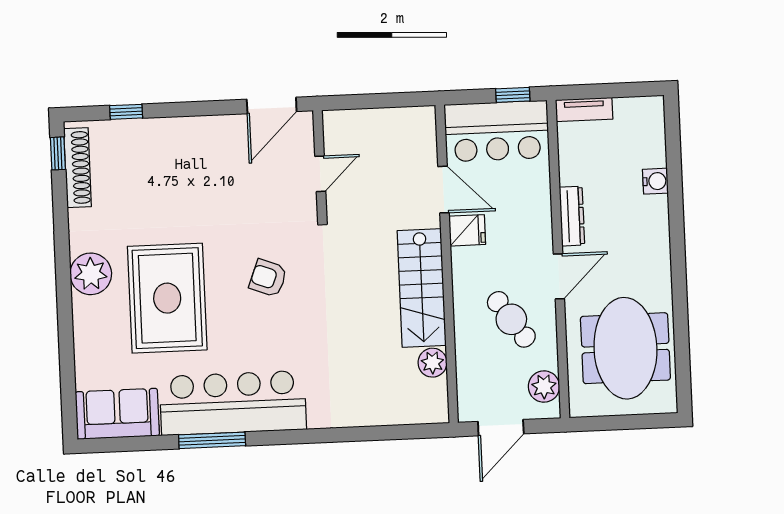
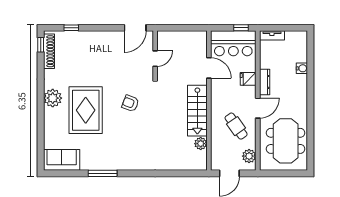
fridge: (467, 230) -> (248, 79), moved, turned 180
bar counter: (233, 403) -> (112, 157), removed

